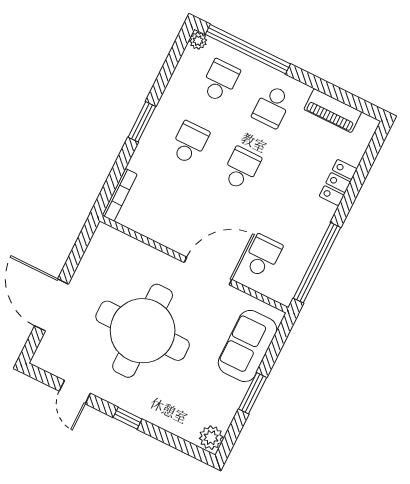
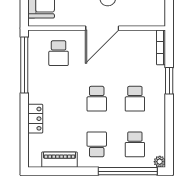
window: (142, 122) -> (169, 81), moved
door: (208, 271) -> (102, 28), moved

